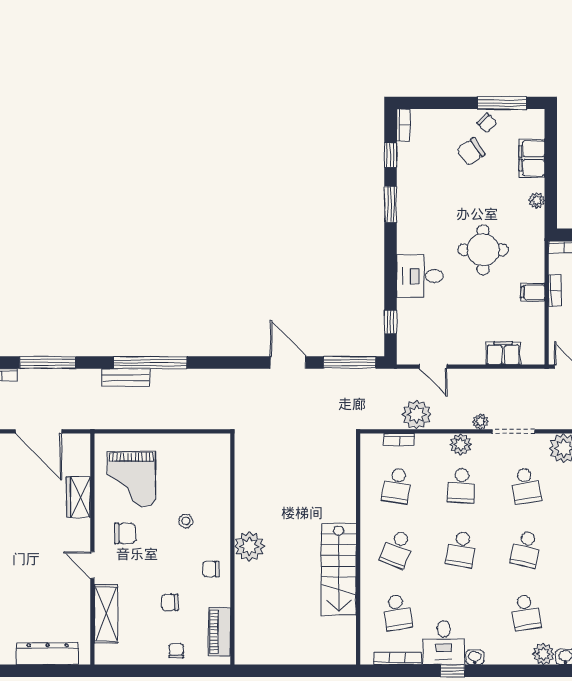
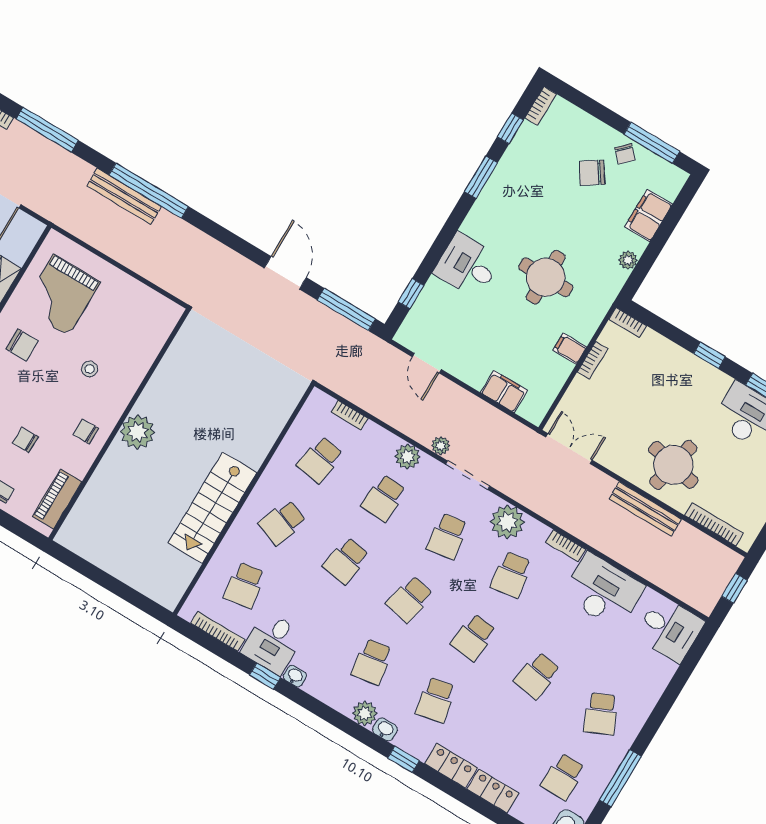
bench: (126, 378) -> (124, 196), width x1.36
plant: (417, 415) -> (382, 401), removed

